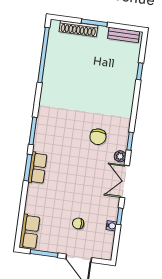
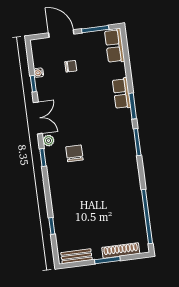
row of seats: (38, 168) -> (121, 93), moved

